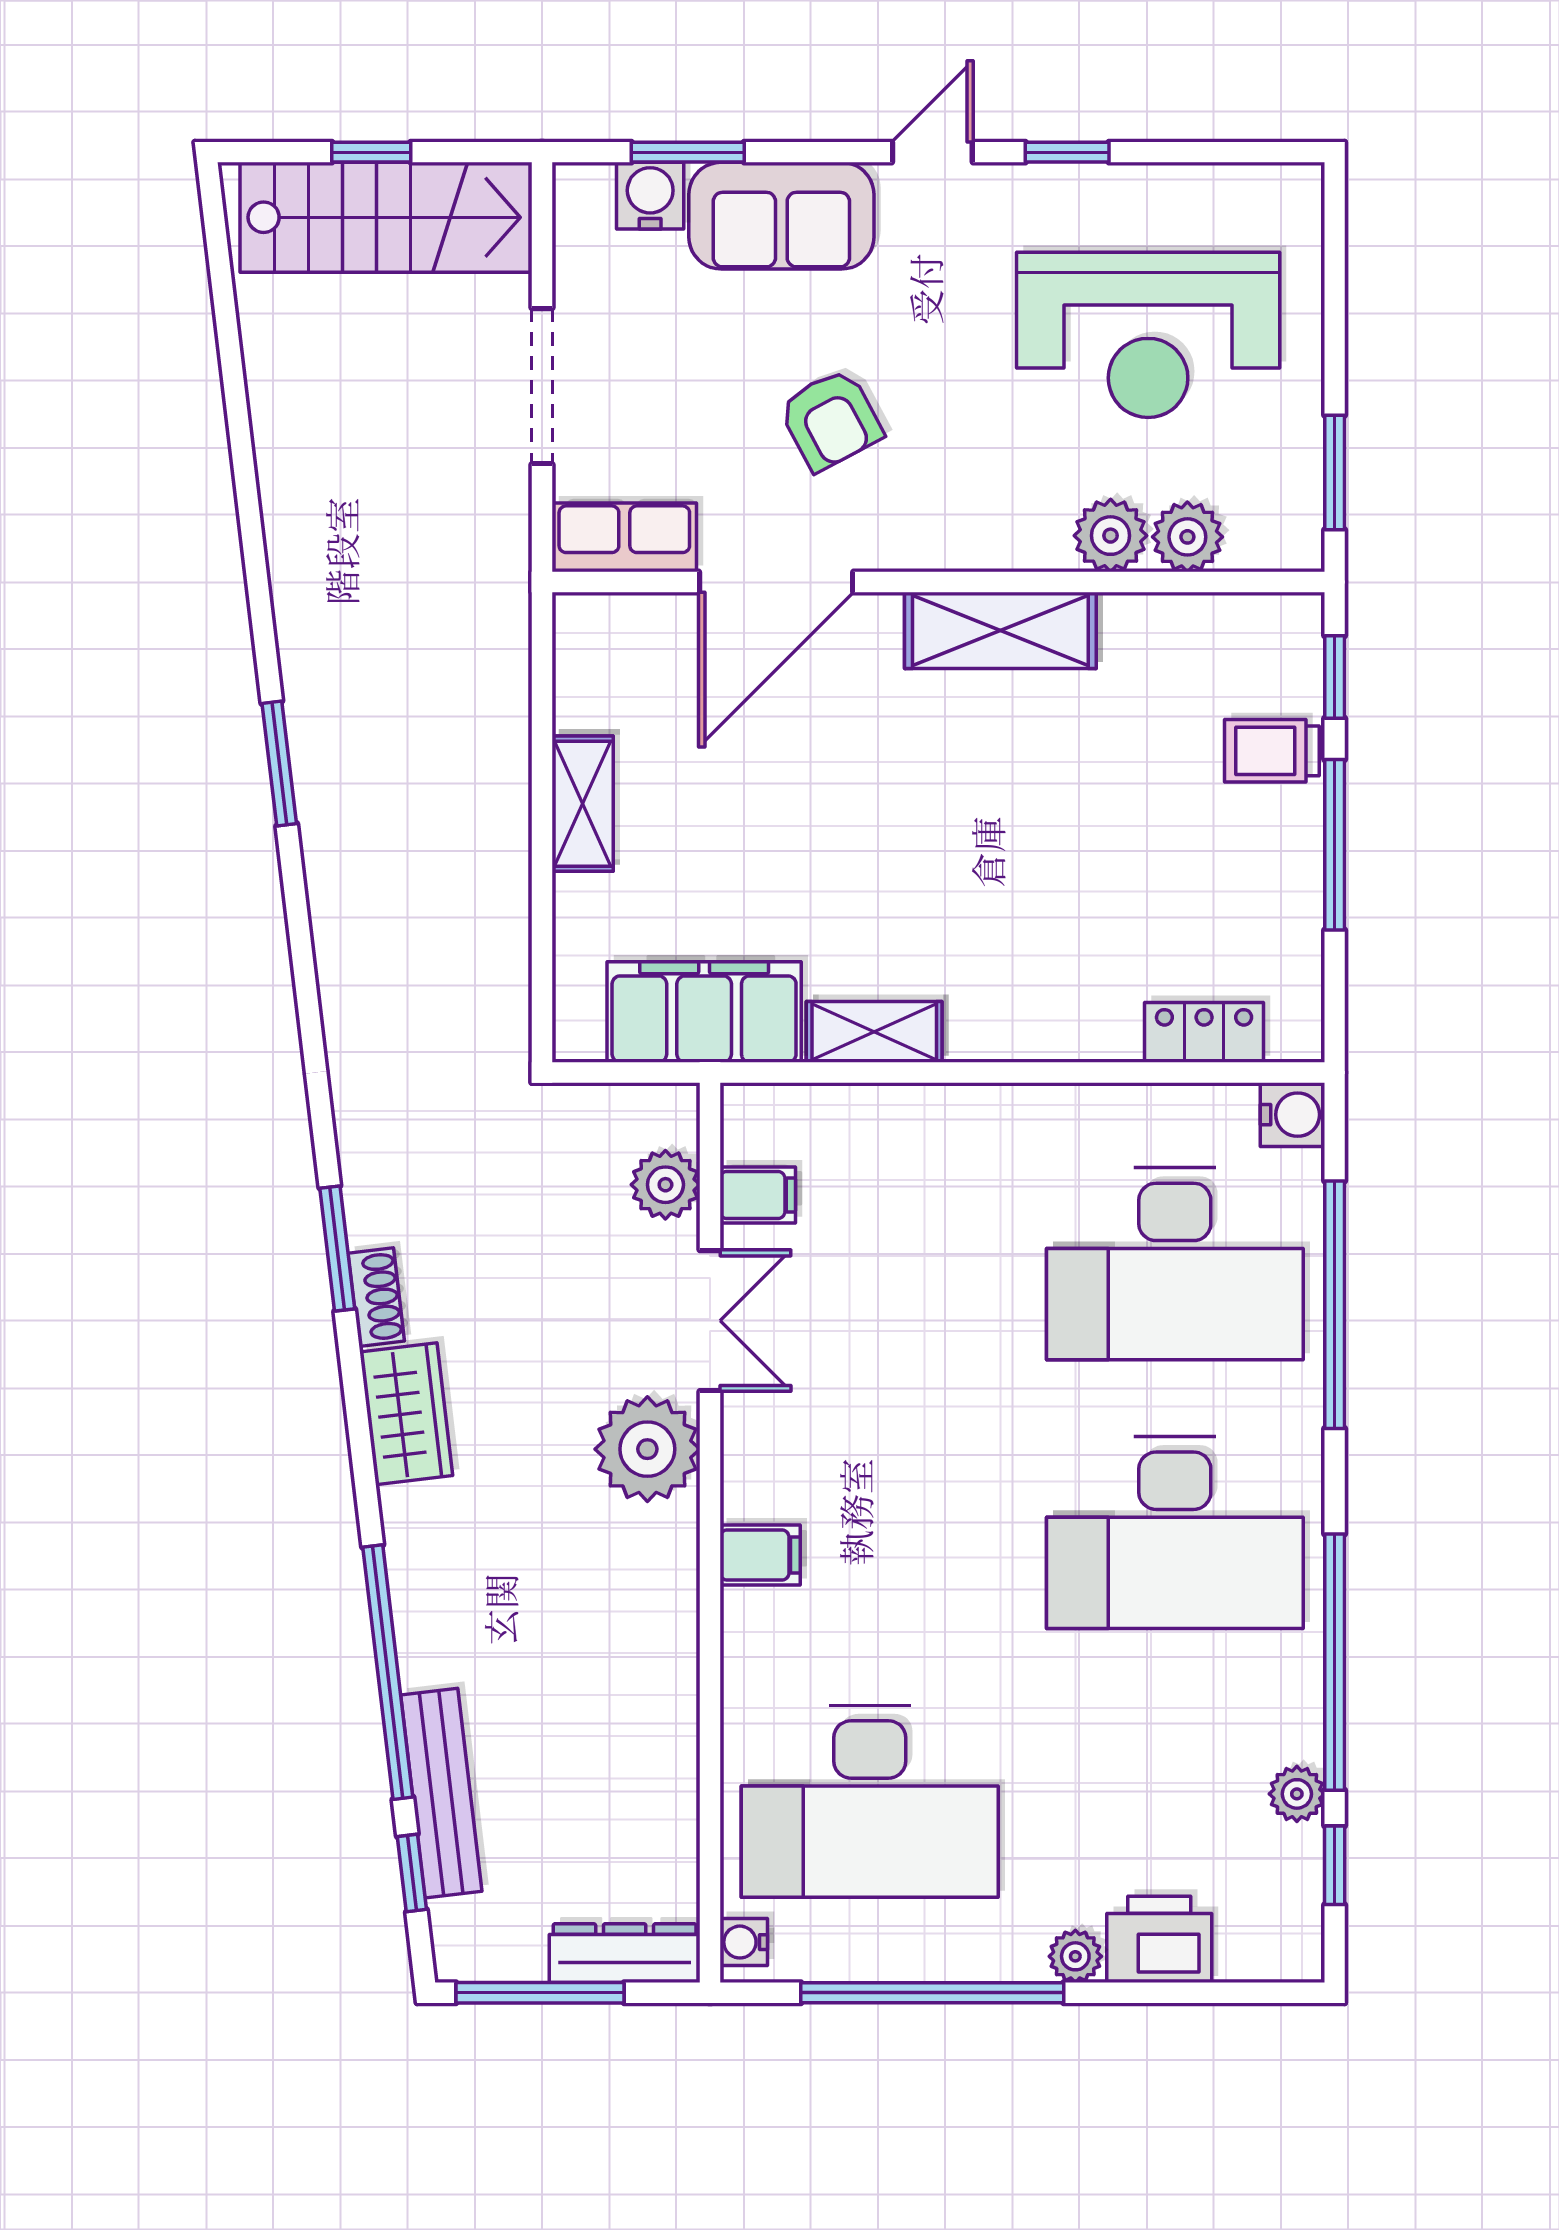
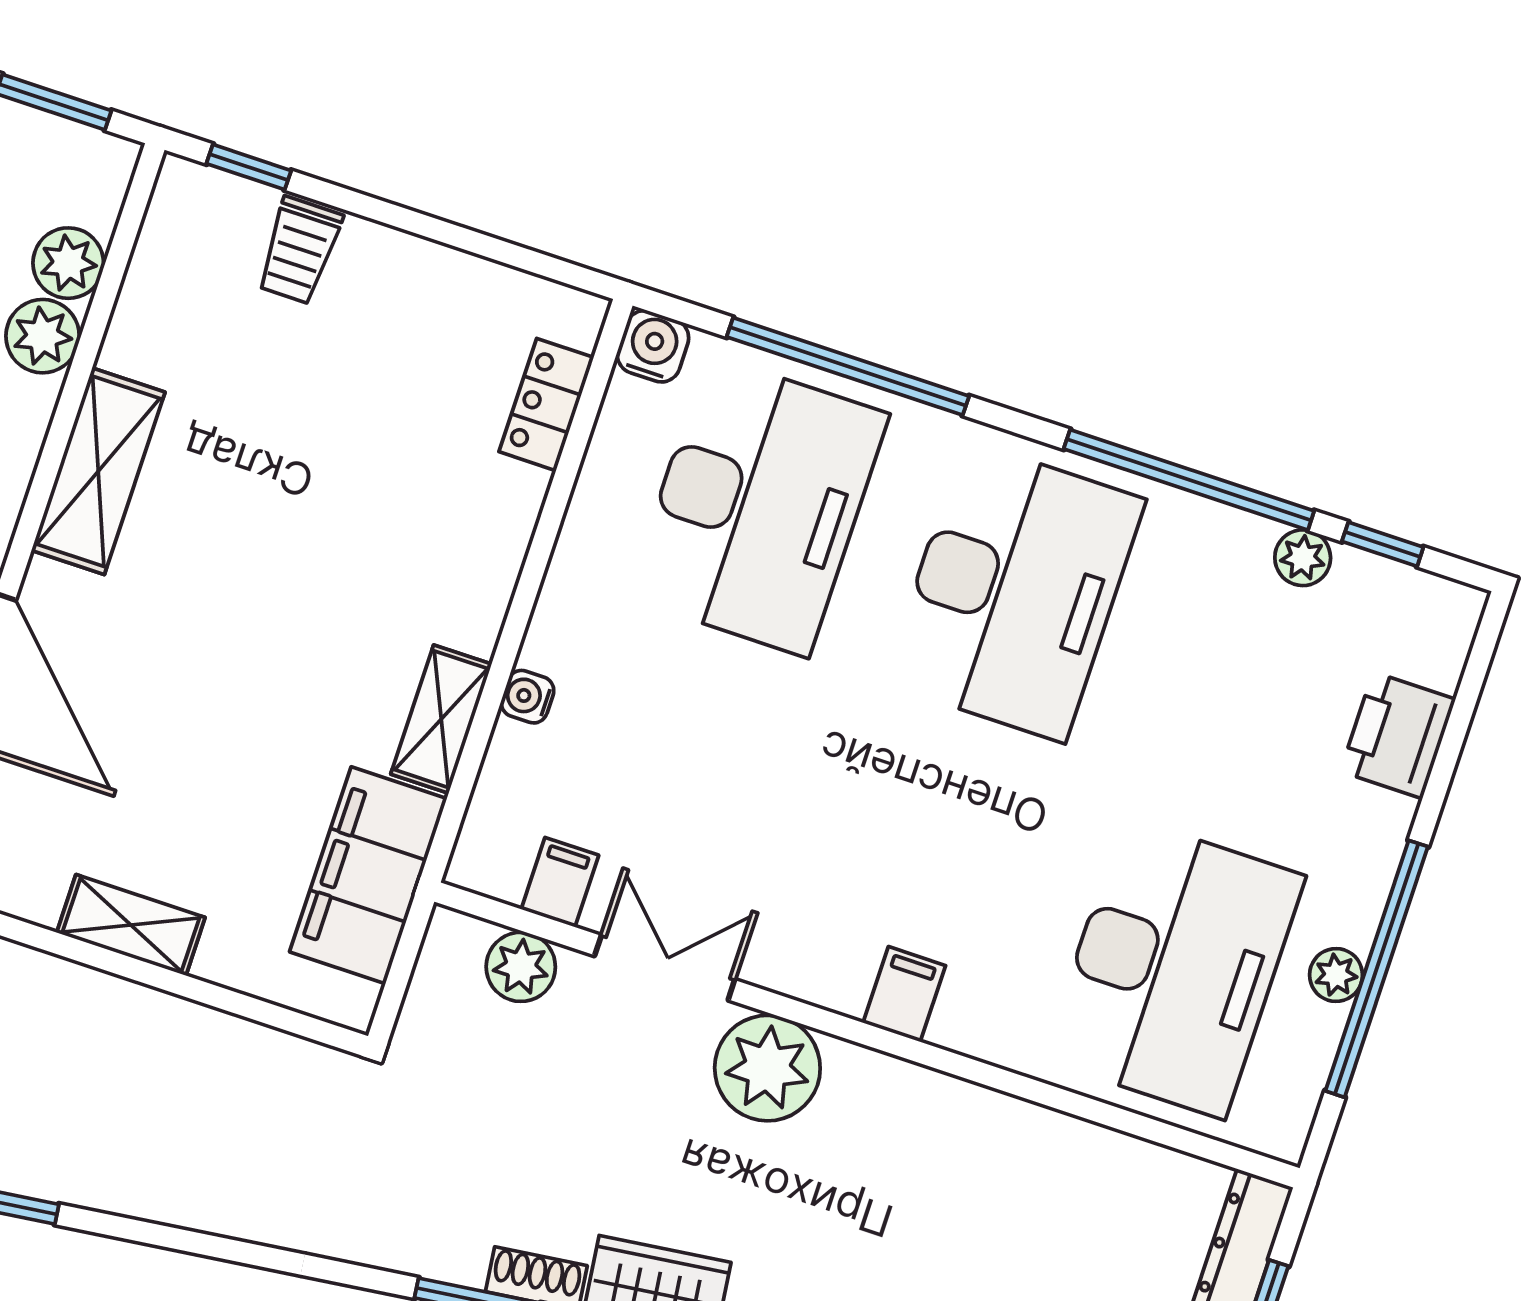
window: (1335, 845) -> (409, 220), removed
water cooler: (744, 1942) -> (527, 697), moved, turned 90
plant: (1075, 1956) -> (1336, 975), moved

